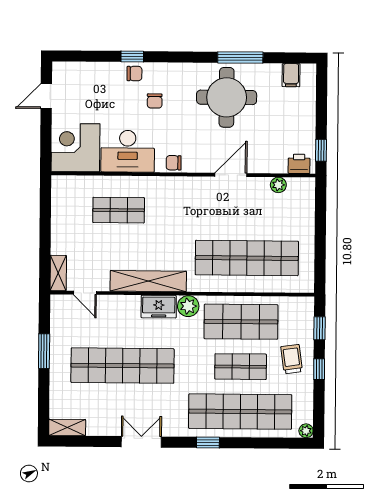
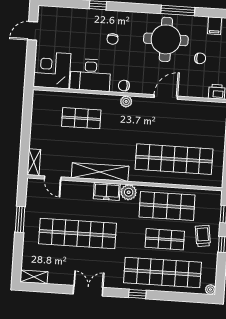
chair: (134, 74) -> (200, 58), moved
plant: (278, 185) -> (126, 101), moved

